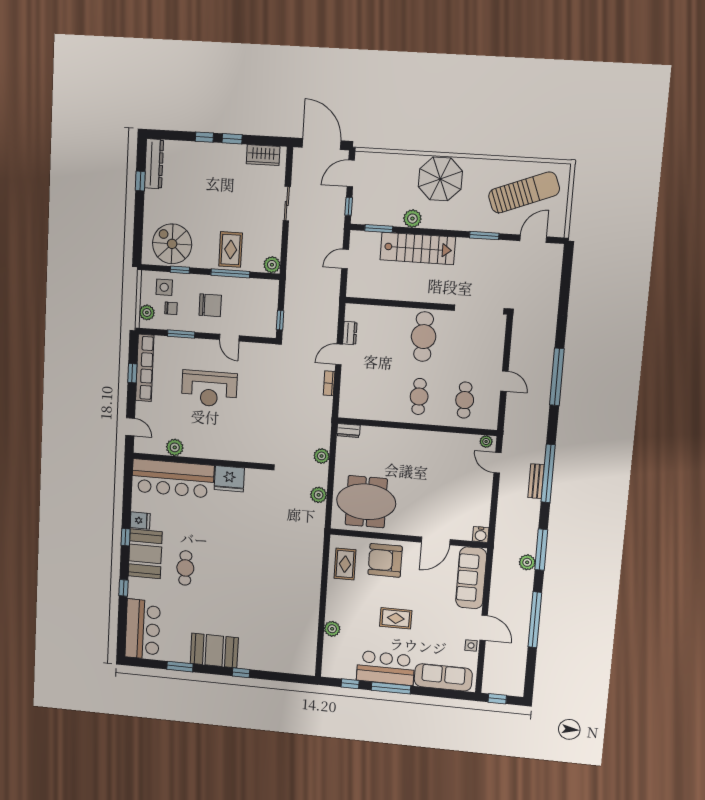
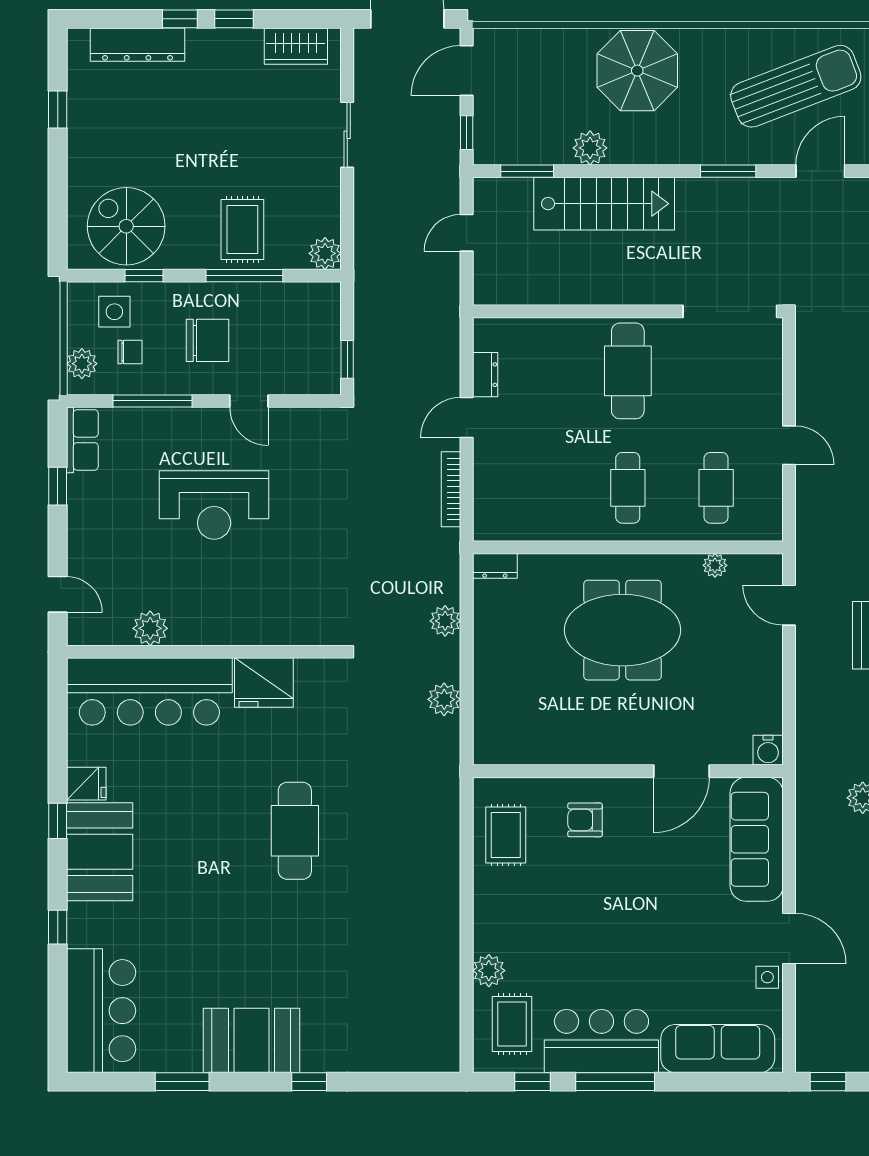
dresser: (154, 164) -> (138, 45), moved, turned 90
window: (181, 334) -> (152, 401), width x1.44
row of seats: (145, 368) -> (82, 440), width x0.50
bookcase: (329, 383) -> (451, 489), width x1.56
plant: (486, 441) -> (715, 565), moved
meeting table: (366, 502) -> (623, 630), moved
armchair: (385, 560) -> (585, 820), width x0.53, depth x0.53
cafe table: (185, 568) -> (295, 831), moved, width x1.37, depth x1.35
rug: (396, 618) -> (512, 1024), moved, turned 90

